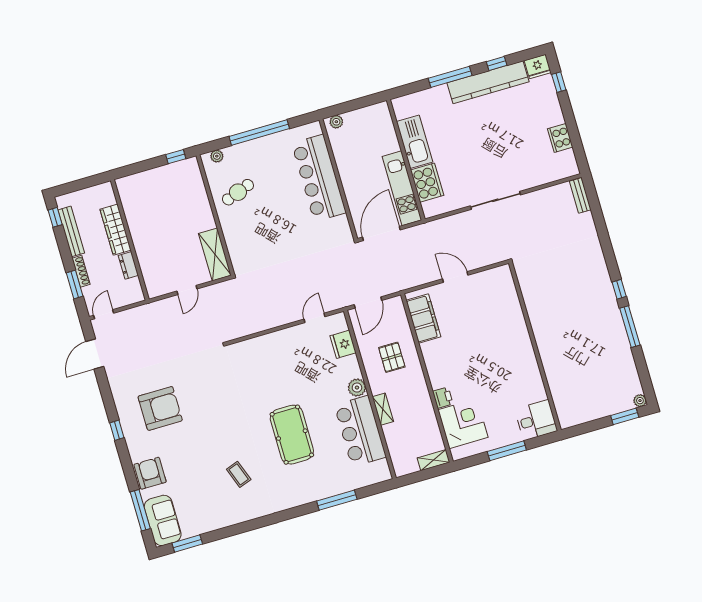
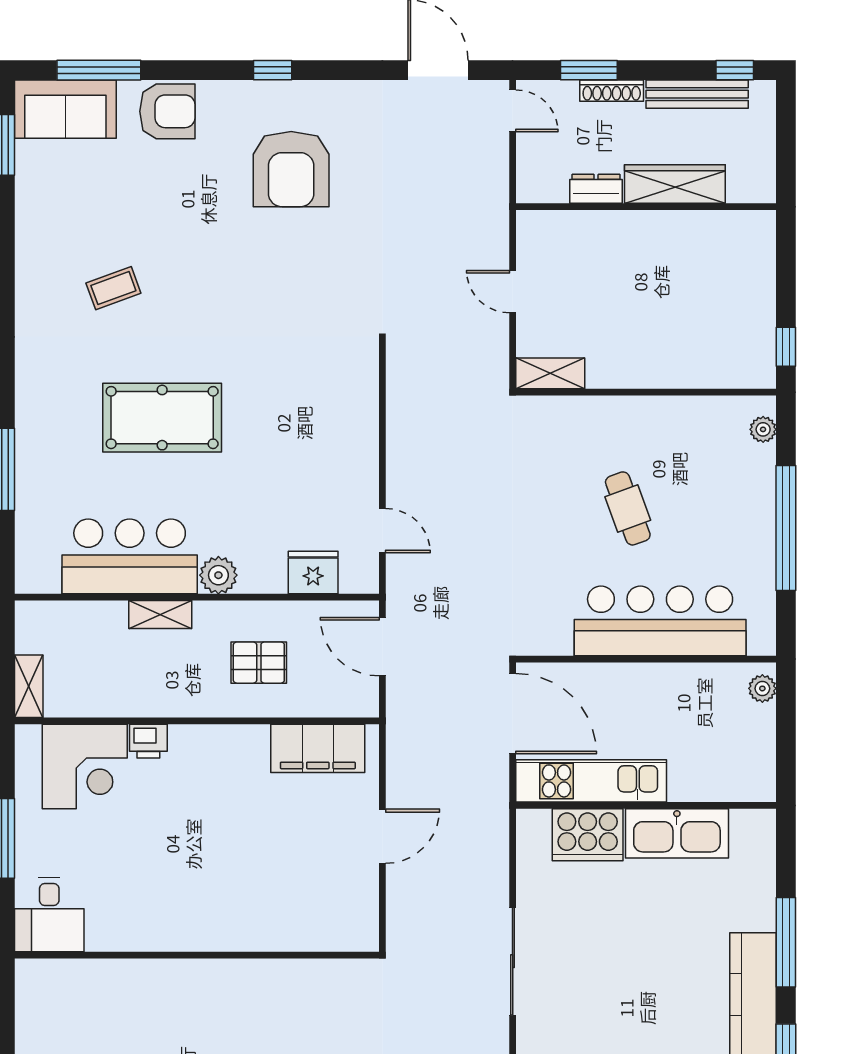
cafe table: (238, 192) -> (628, 508), moved
shelving: (215, 254) -> (550, 373), width x0.67, depth x0.75

